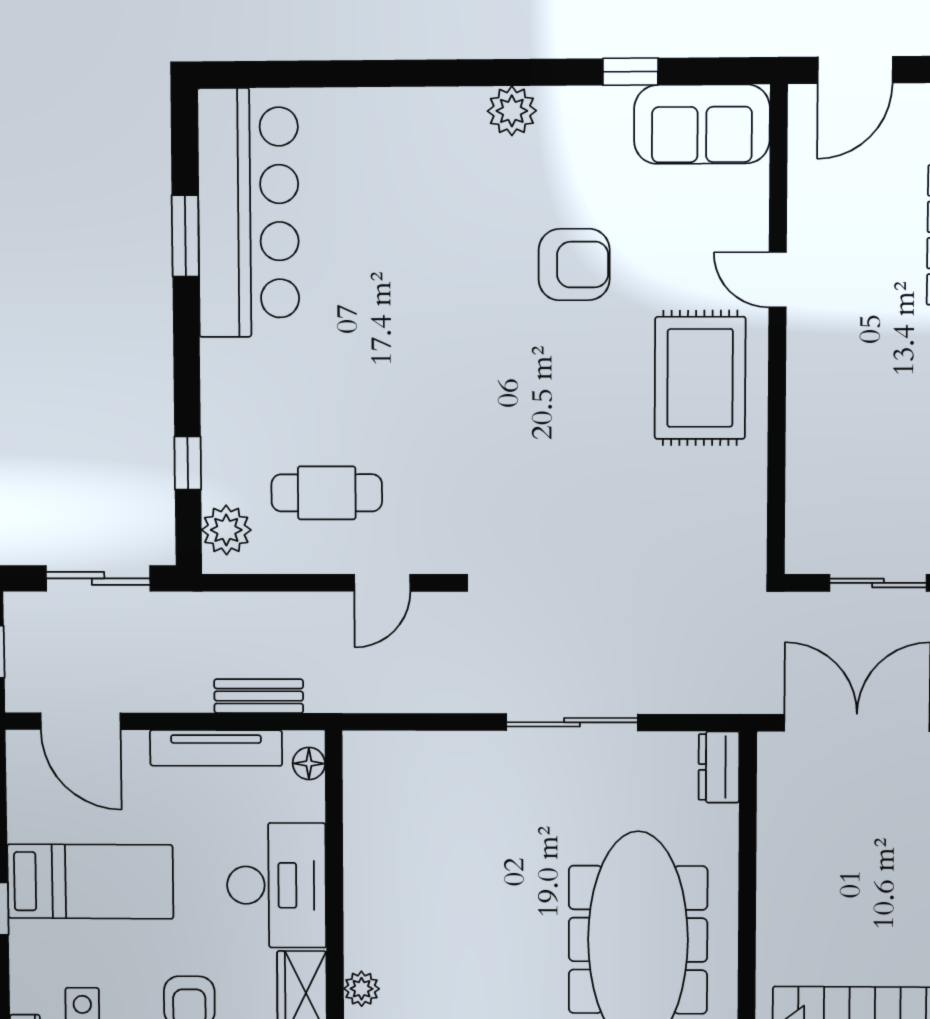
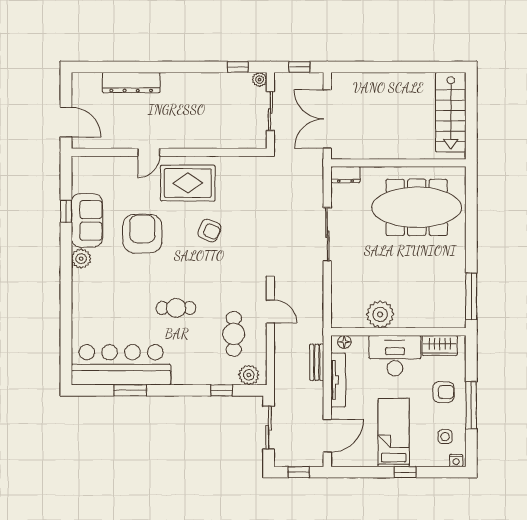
sofa: (702, 124) -> (87, 220), moved
armchair: (574, 265) -> (142, 234), width x1.36, depth x1.36
cafe table: (390, 350) -> (176, 308), added
armchair: (582, 432) -> (209, 230), added
plant: (362, 989) -> (380, 314), moved, width x1.88, depth x1.88

